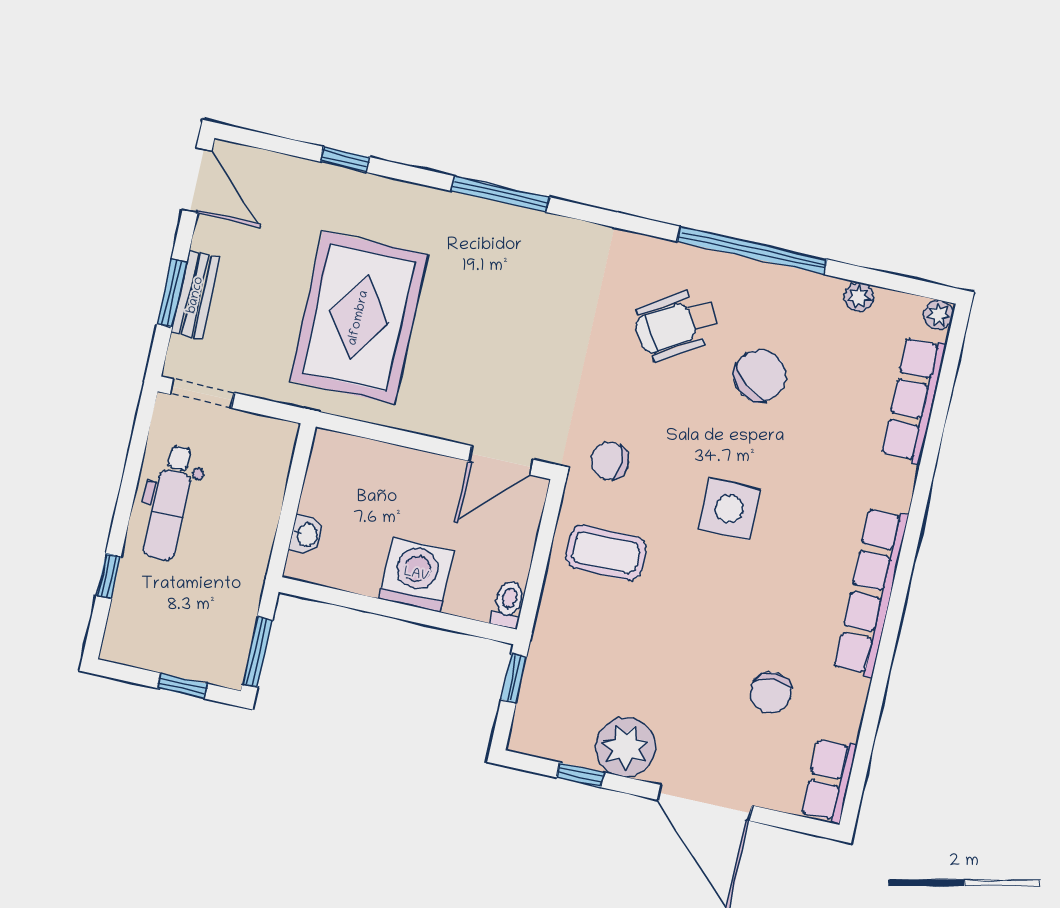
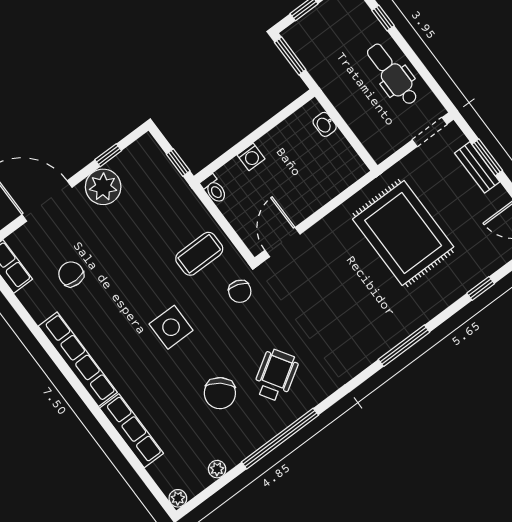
row of seats: (914, 400) -> (131, 431), moved
chair: (610, 461) -> (240, 291), turned 109
washing machine: (416, 575) -> (251, 157), width x0.53, depth x0.53

